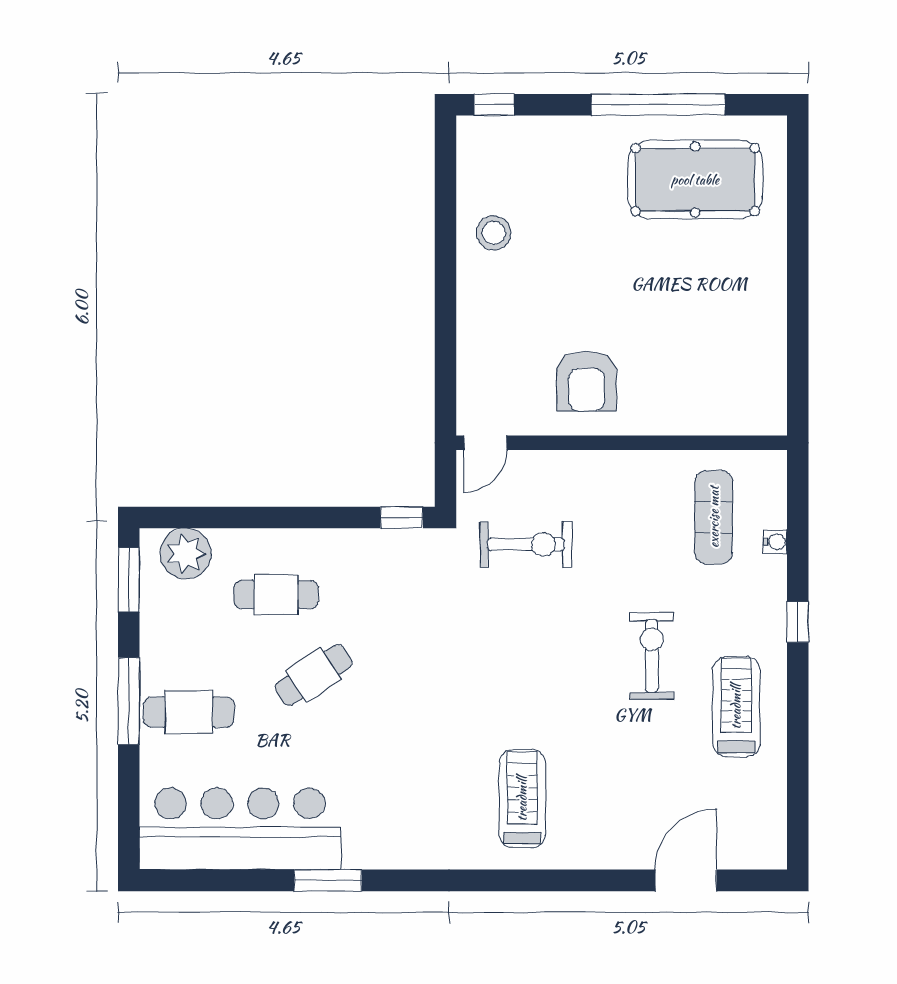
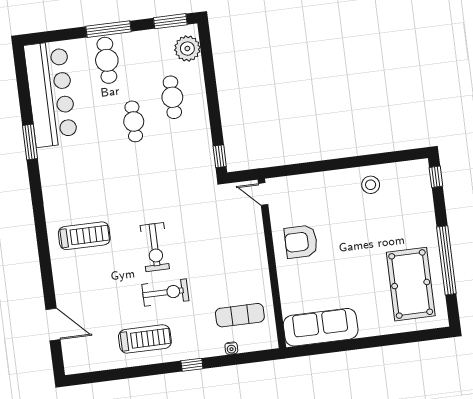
sofa: (757, 364) -> (321, 327), added
exercise bike: (526, 544) -> (155, 247), moved
cafe table: (313, 675) -> (134, 121), turned 33

